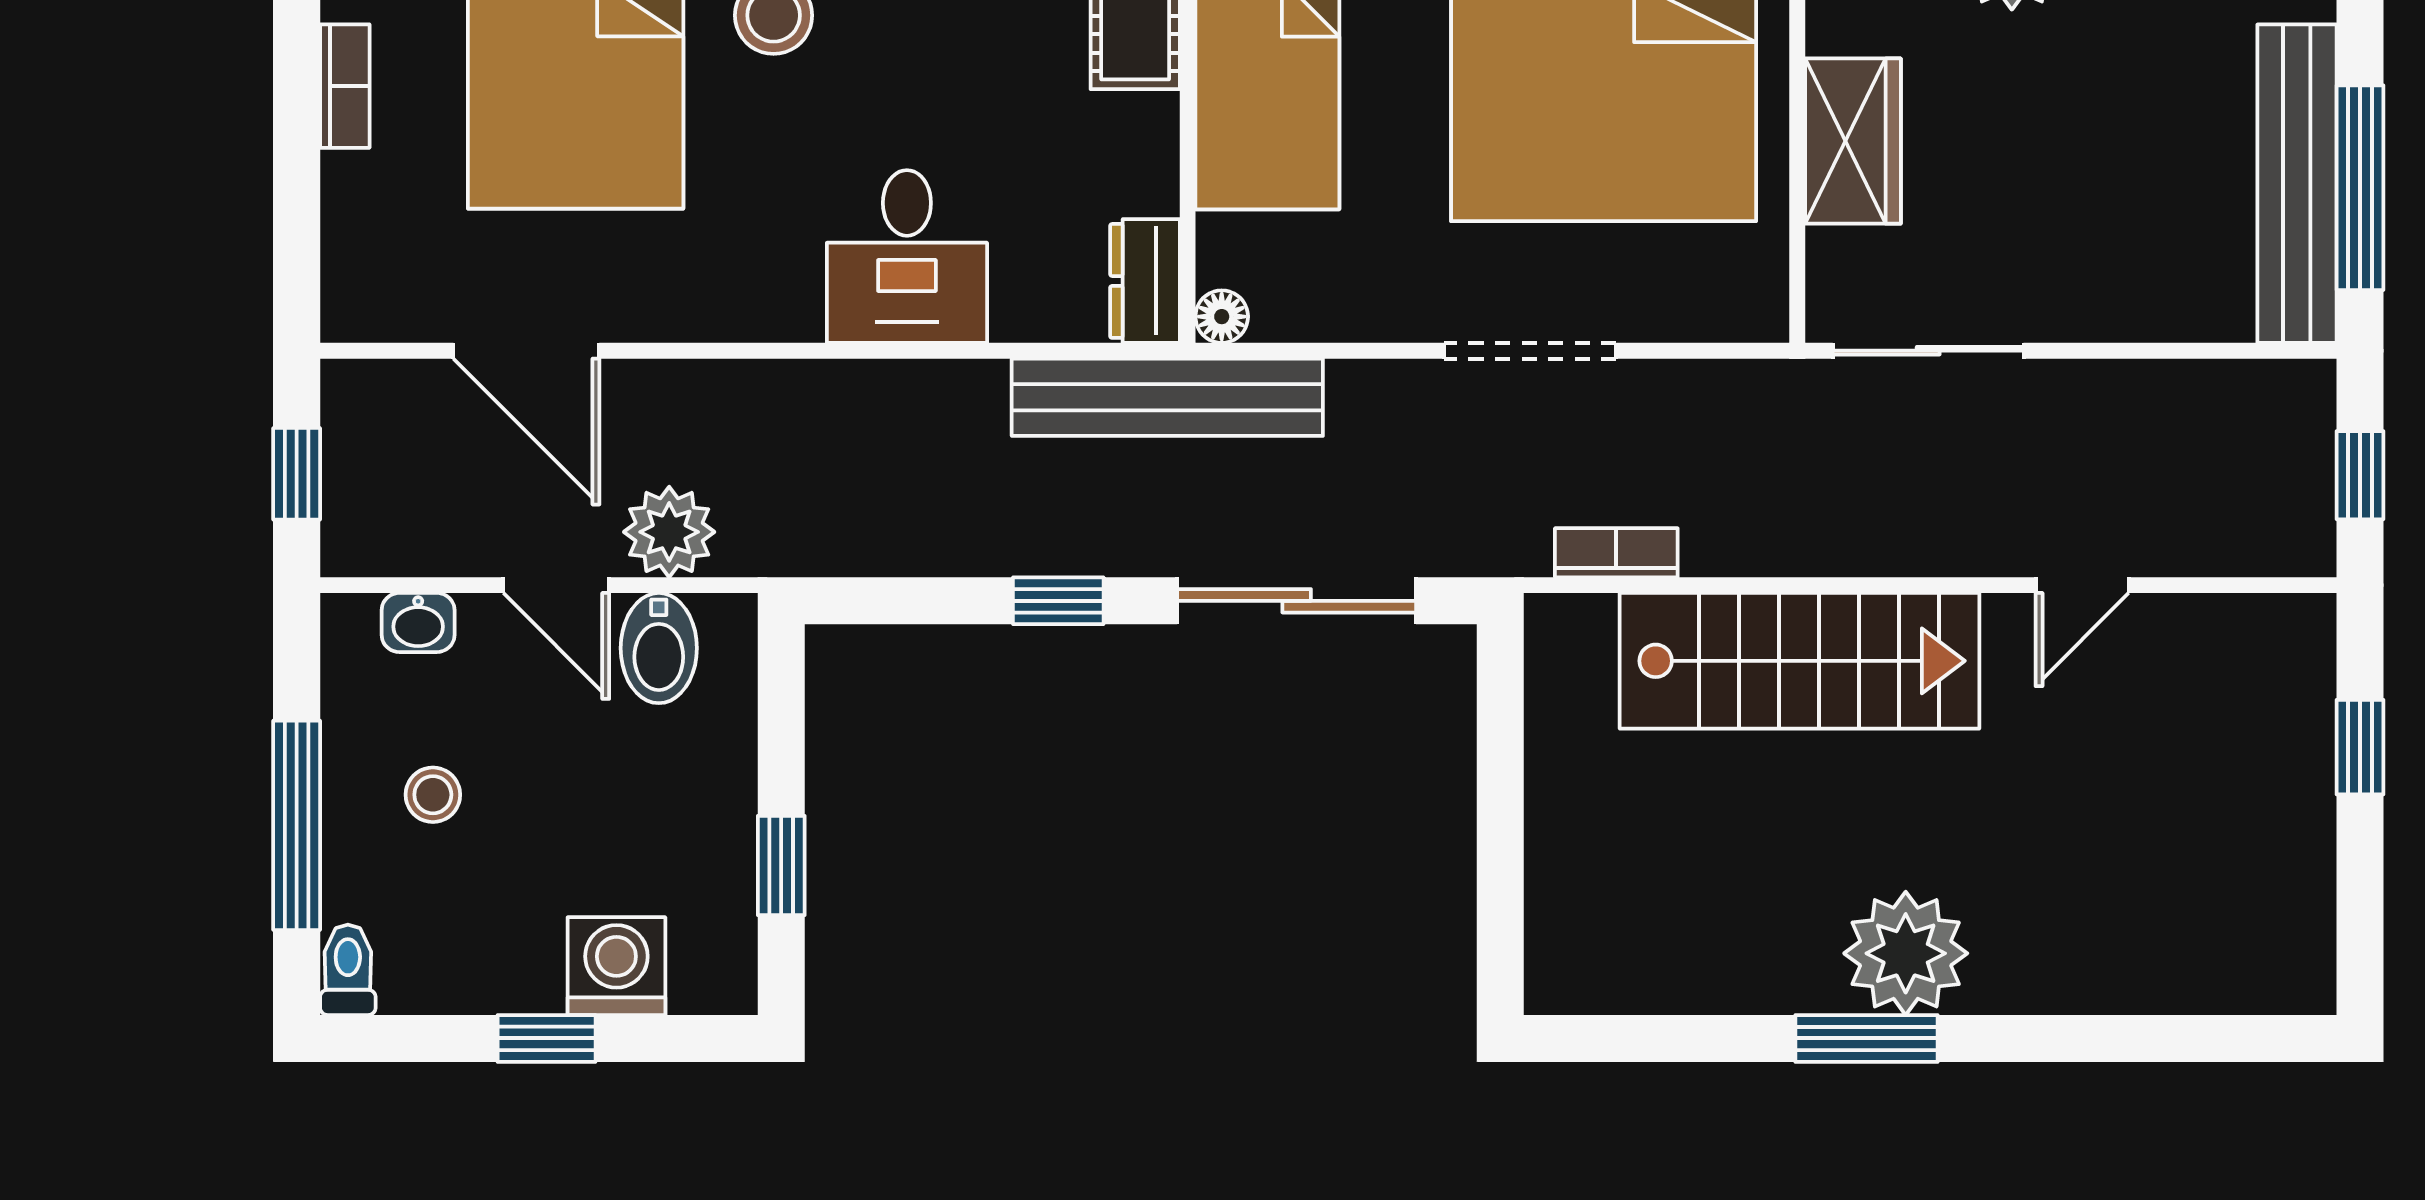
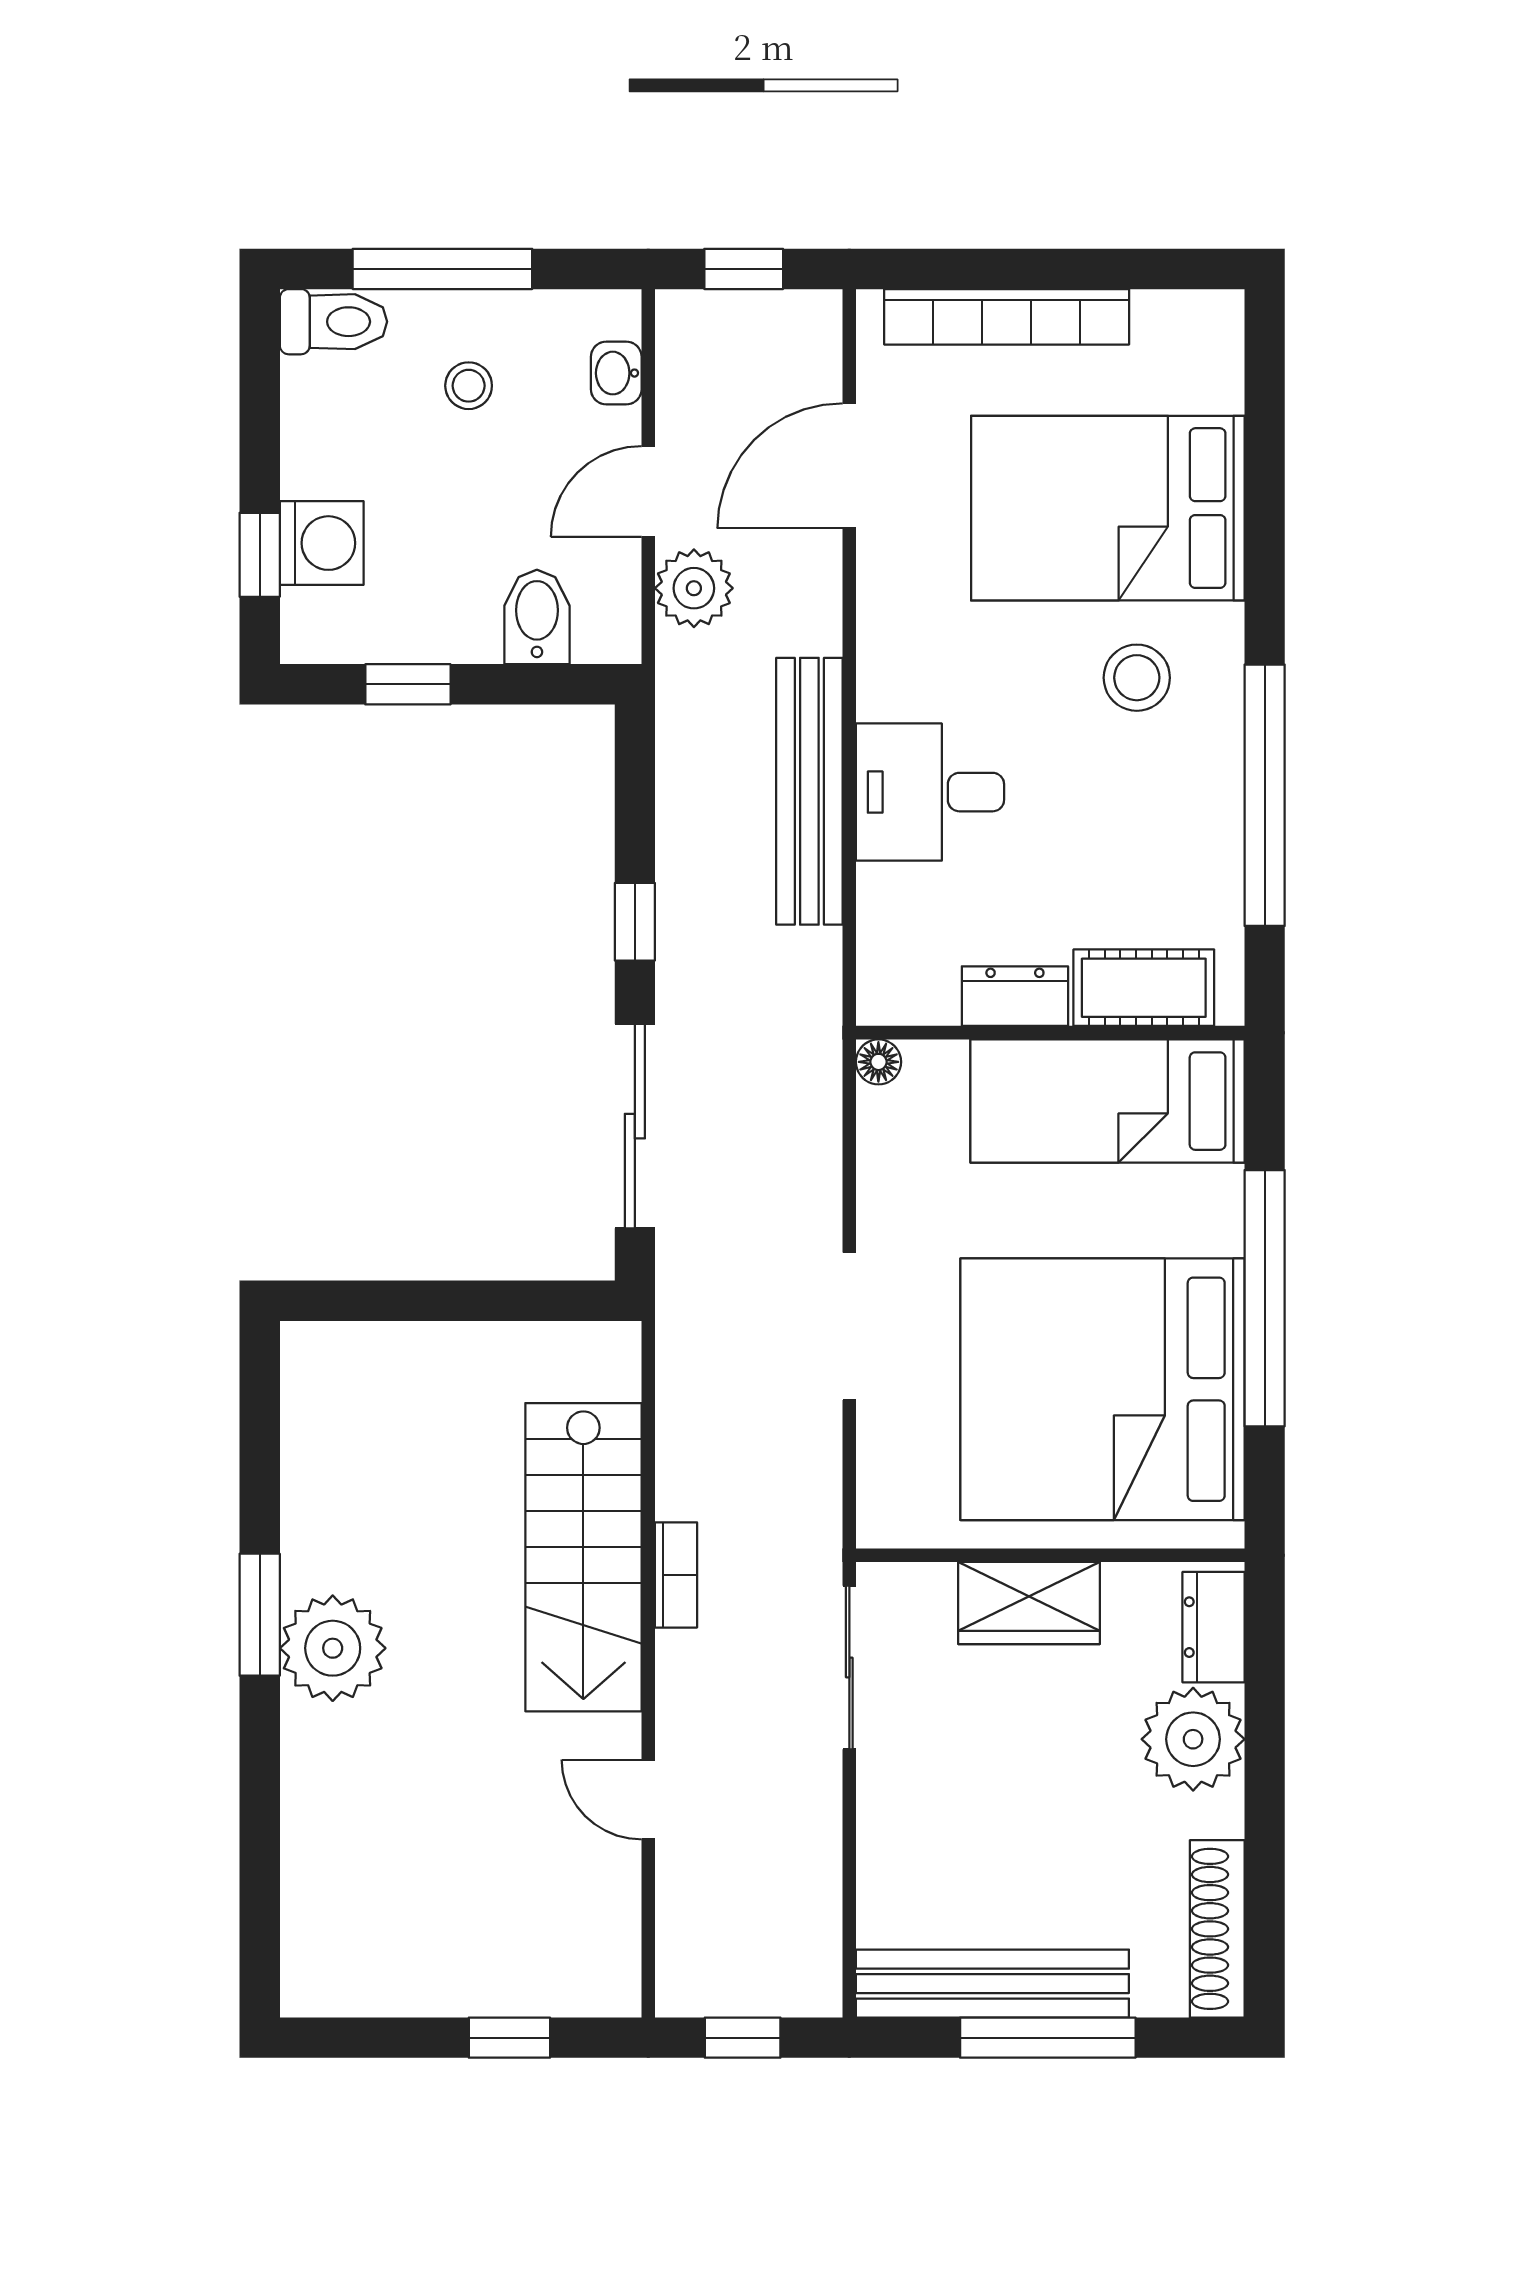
bookcase: (345, 86) -> (1007, 317), width x2.31, depth x1.31
window: (2360, 188) -> (1048, 2038), moved
dresser: (1145, 281) -> (1015, 996), moved
bench: (1167, 397) -> (809, 791), moved
bookcase: (1616, 553) -> (676, 1575), moved
bidet: (659, 648) -> (537, 617), moved, turned 90
toilet: (348, 970) -> (333, 322), width x1.37, depth x1.39
window: (547, 1038) -> (260, 555), moved

